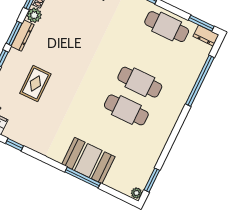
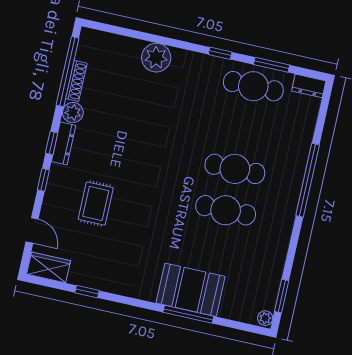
window: (201, 23) -> (272, 65), moved
window: (14, 33) -> (52, 143), width x0.67
window: (200, 81) -> (308, 180), moved

